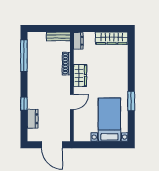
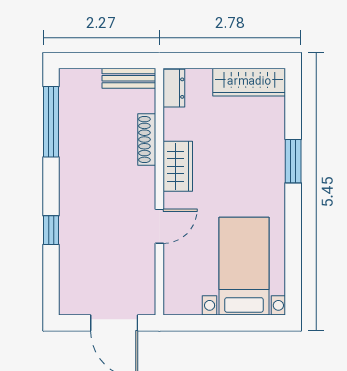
window: (131, 101) -> (293, 161), moved
dresser: (33, 119) -> (71, 264), removed

